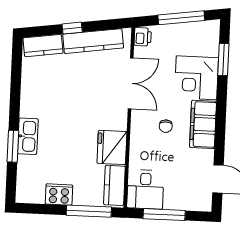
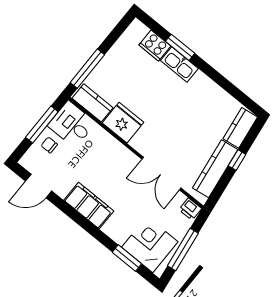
corner desk: (196, 78) -> (150, 245), moved
chair: (166, 126) -> (49, 145), moved
cooker: (59, 194) -> (155, 45), moved, turned 90

